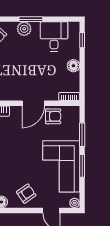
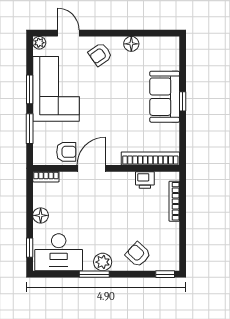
desk: (54, 36) -> (59, 252), width x1.37
armchair: (53, 116) -> (66, 152), turned 180

